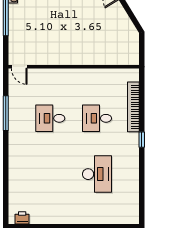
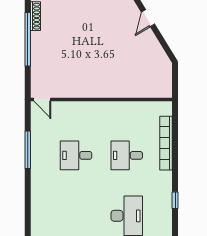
window: (142, 140) -> (175, 200), moved

